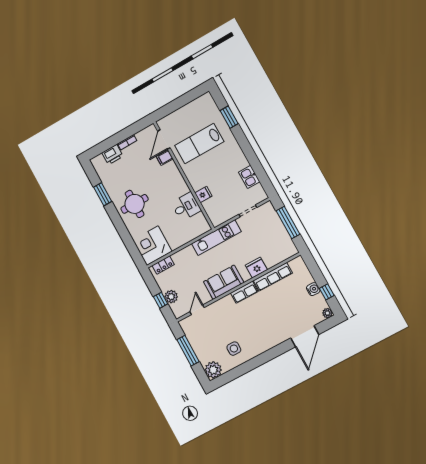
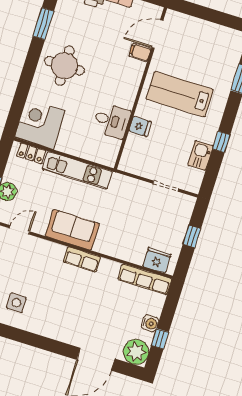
lab bench: (199, 144) -> (180, 94), moved
window: (252, 159) -> (221, 142), added
window: (288, 222) -> (192, 236), width x0.46
kitchen unit: (216, 238) -> (77, 170), moved
fridge: (256, 268) -> (157, 260), moved
row of seats: (273, 277) -> (145, 279), moved
plant: (327, 313) -> (136, 352), width x1.88, depth x1.88

